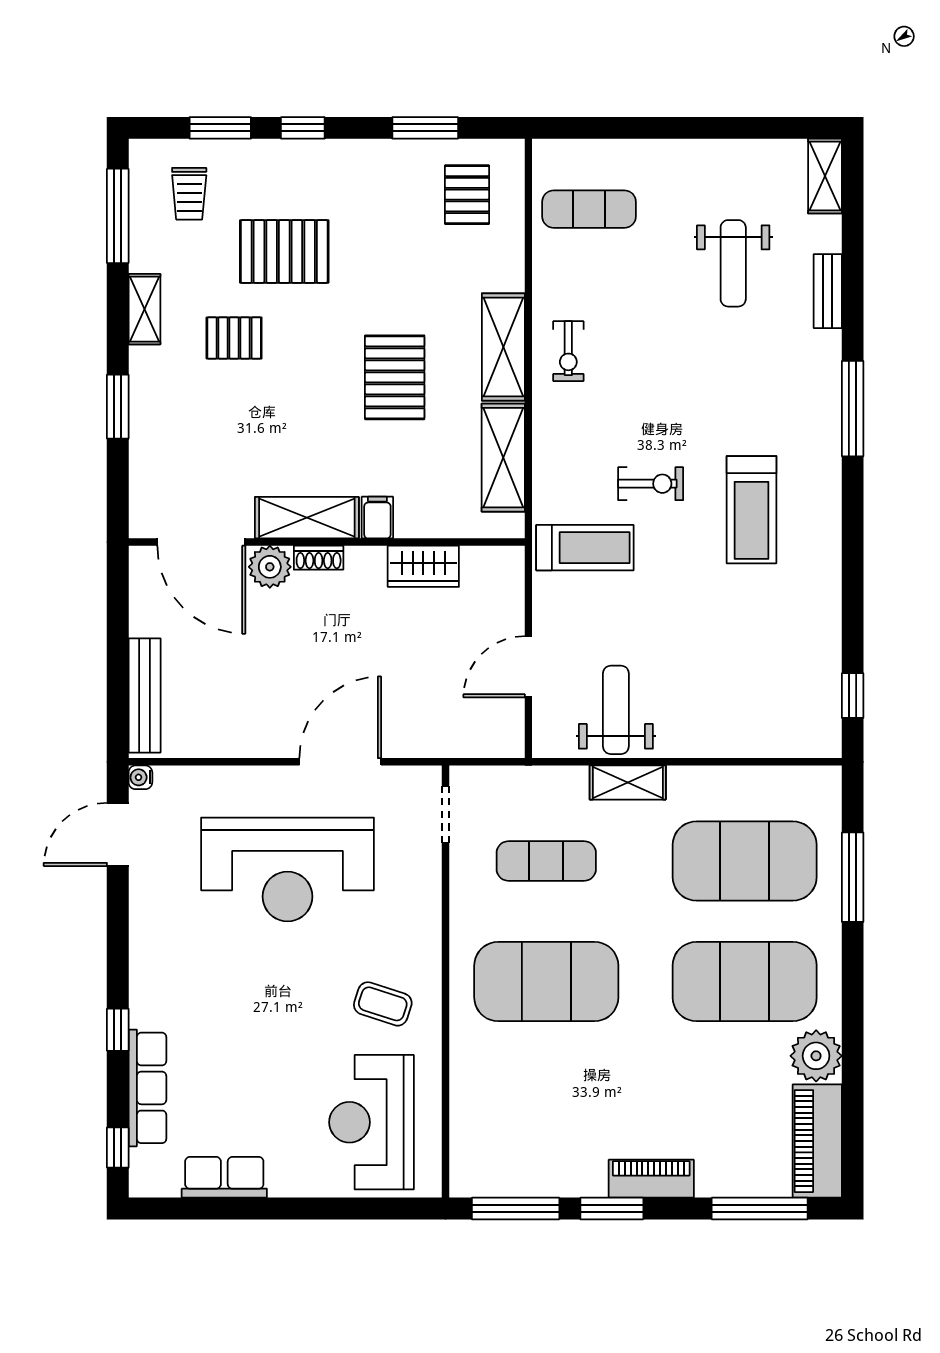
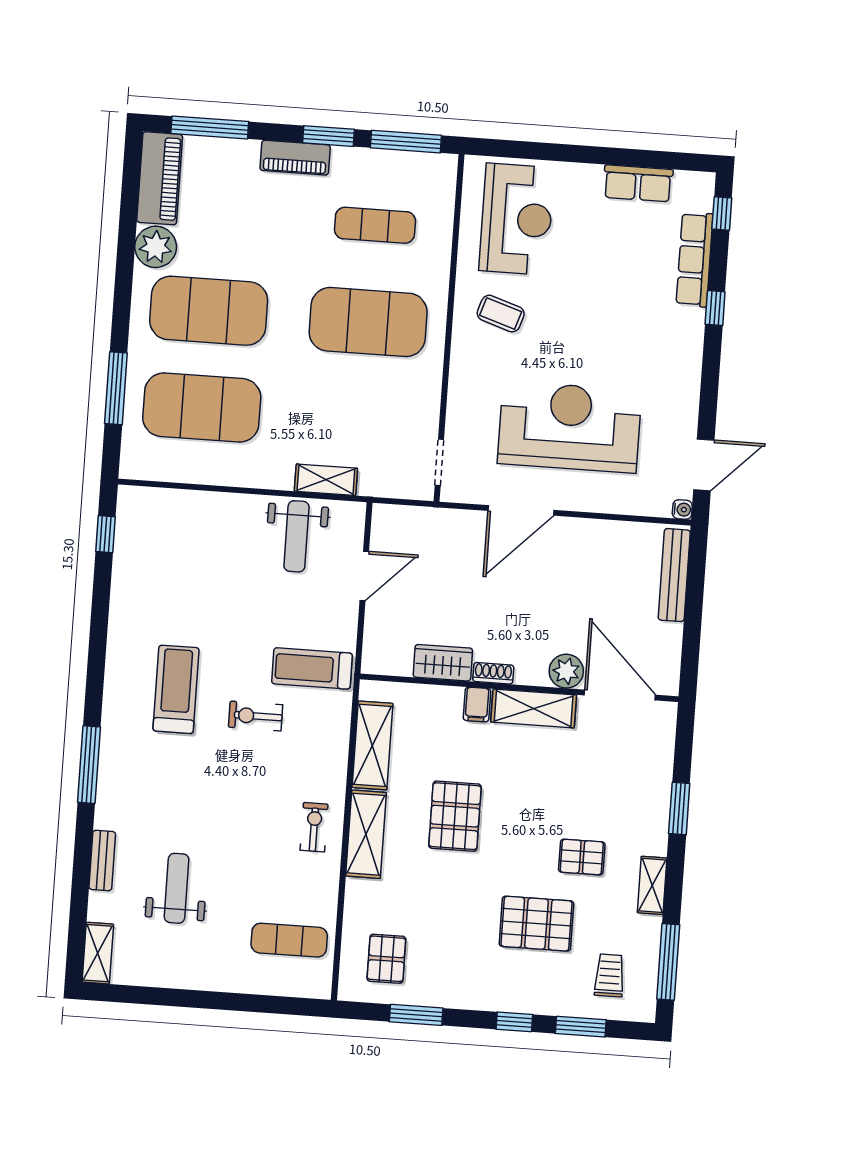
shoe rack: (319, 558) -> (493, 673), moved
shelving: (628, 783) -> (326, 480), moved
exercise mat: (546, 861) -> (375, 225), moved

